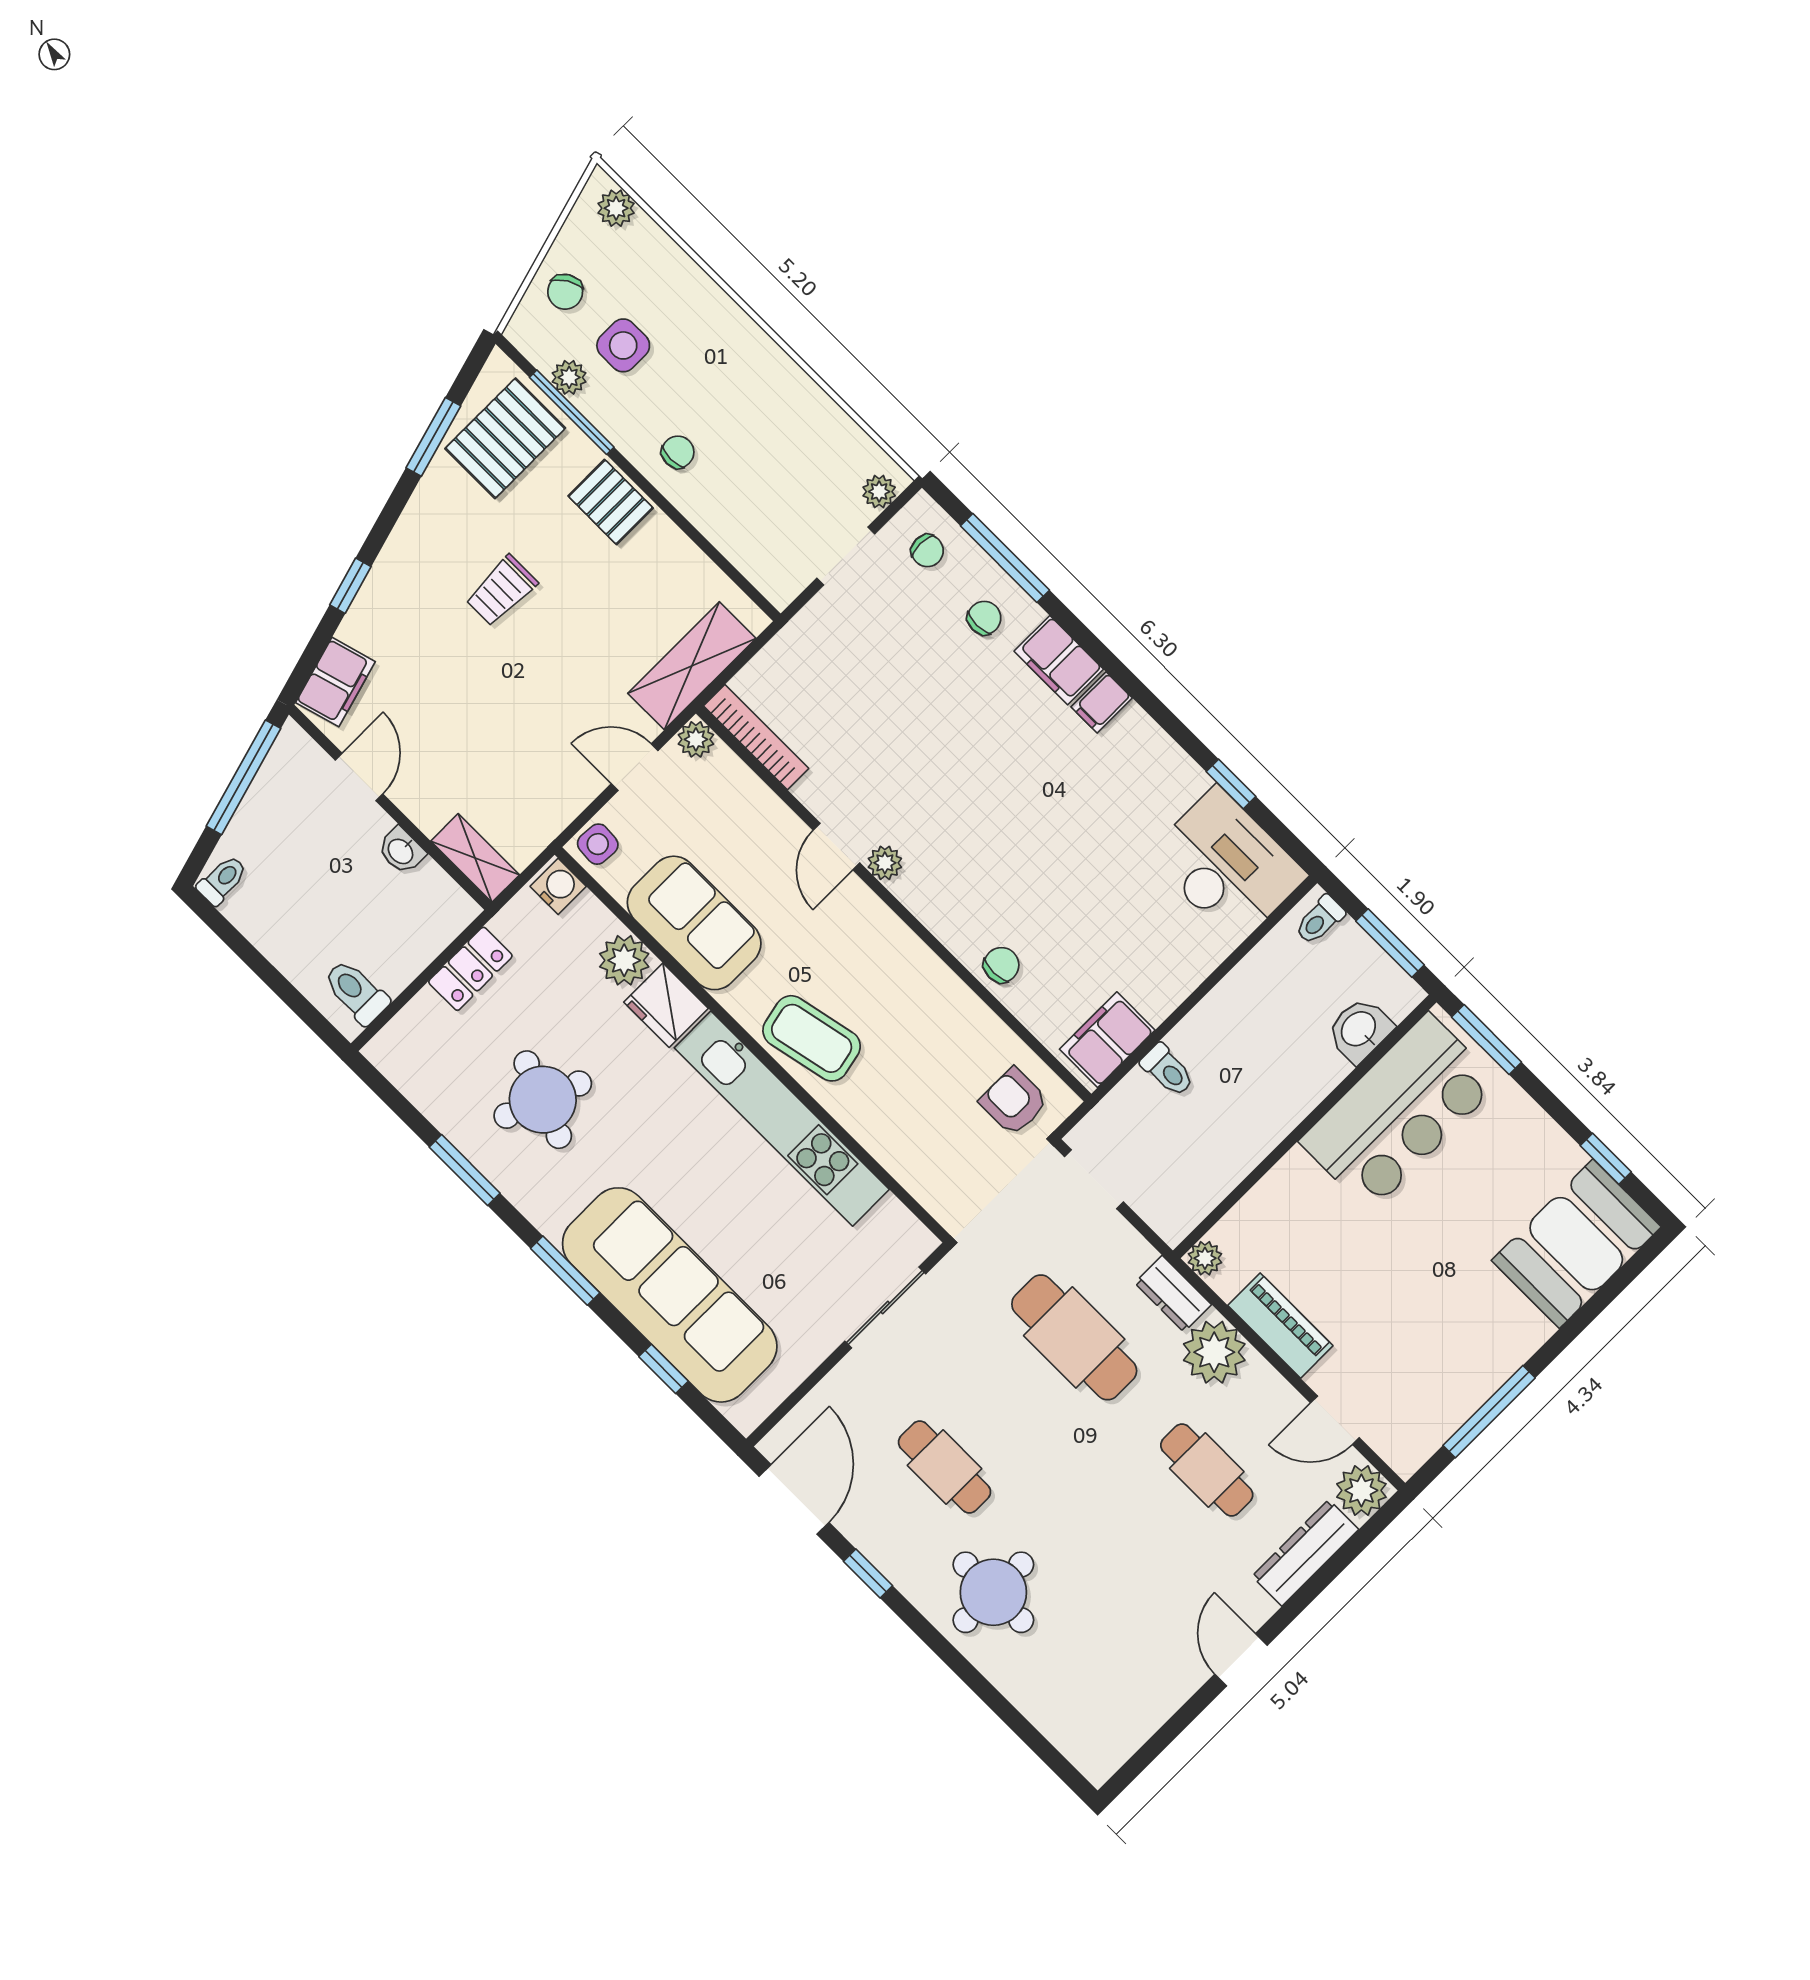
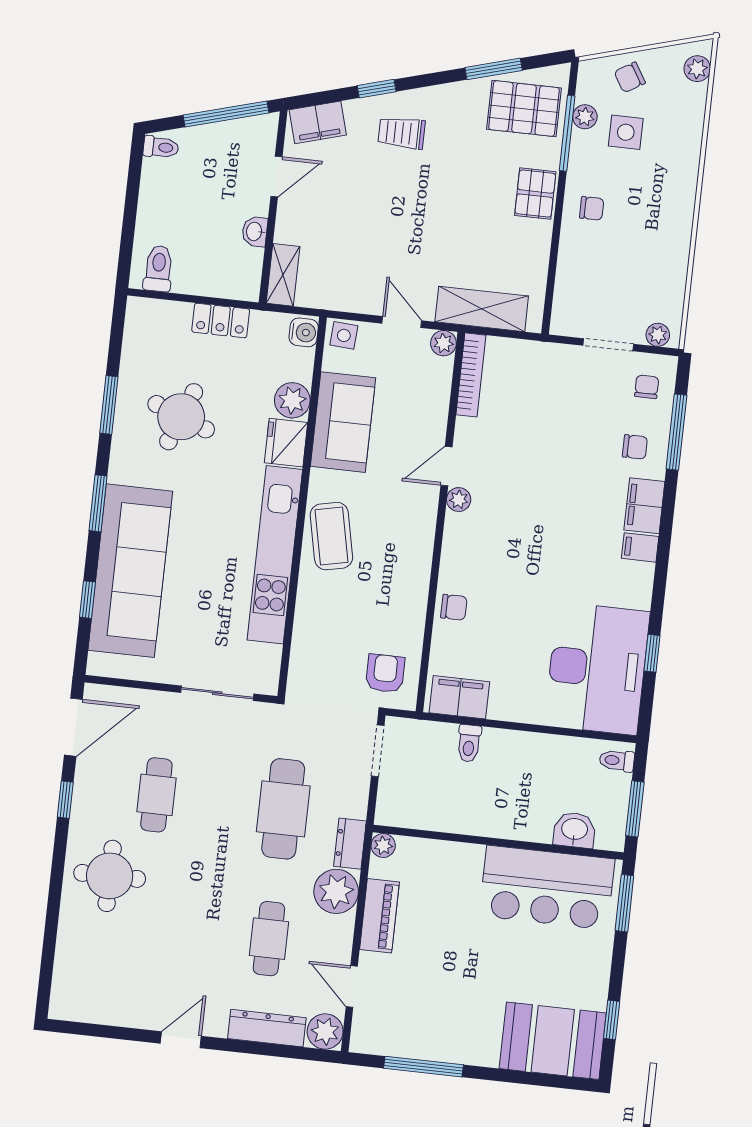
chair: (927, 551) -> (647, 387), turned 180
trolley: (501, 591) -> (402, 133), moved
desk: (1227, 865) -> (597, 669), width x1.36, depth x1.30

